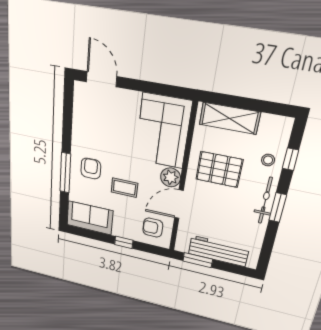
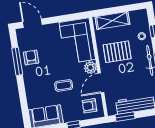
armchair: (91, 169) -> (31, 57), moved
window: (65, 173) -> (17, 61), moved

